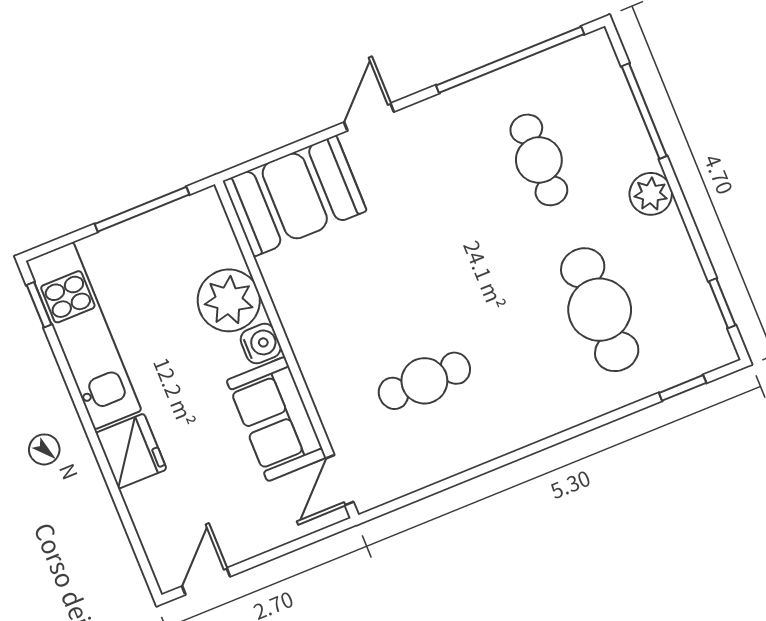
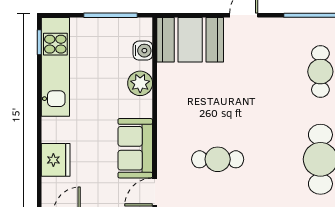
plant: (229, 300) -> (140, 83), width x0.73, depth x0.73
water cooler: (261, 344) -> (143, 51), moved
fridge: (131, 451) -> (56, 160), moved

